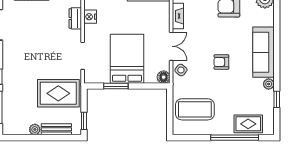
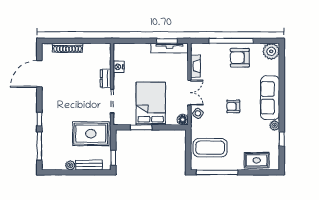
dresser: (75, 18) -> (106, 78), moved
window: (235, 138) -> (217, 172), moved

